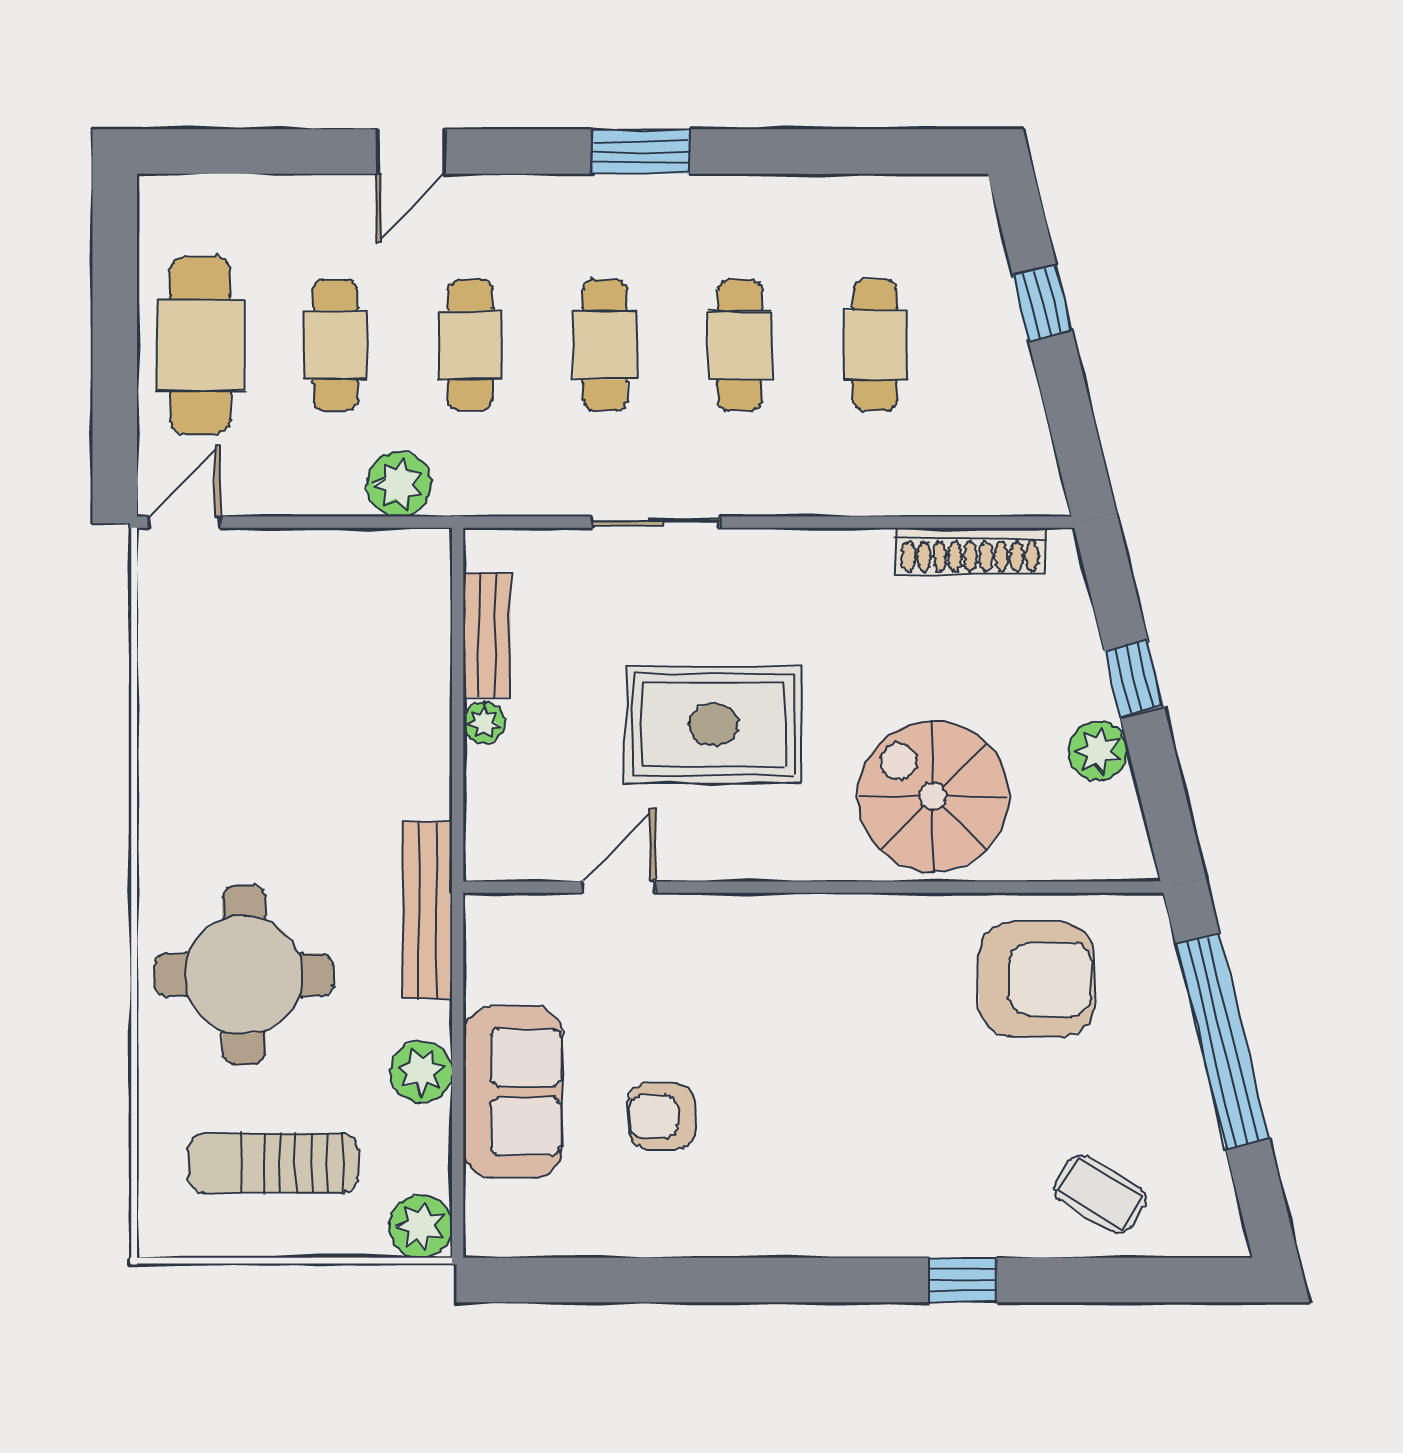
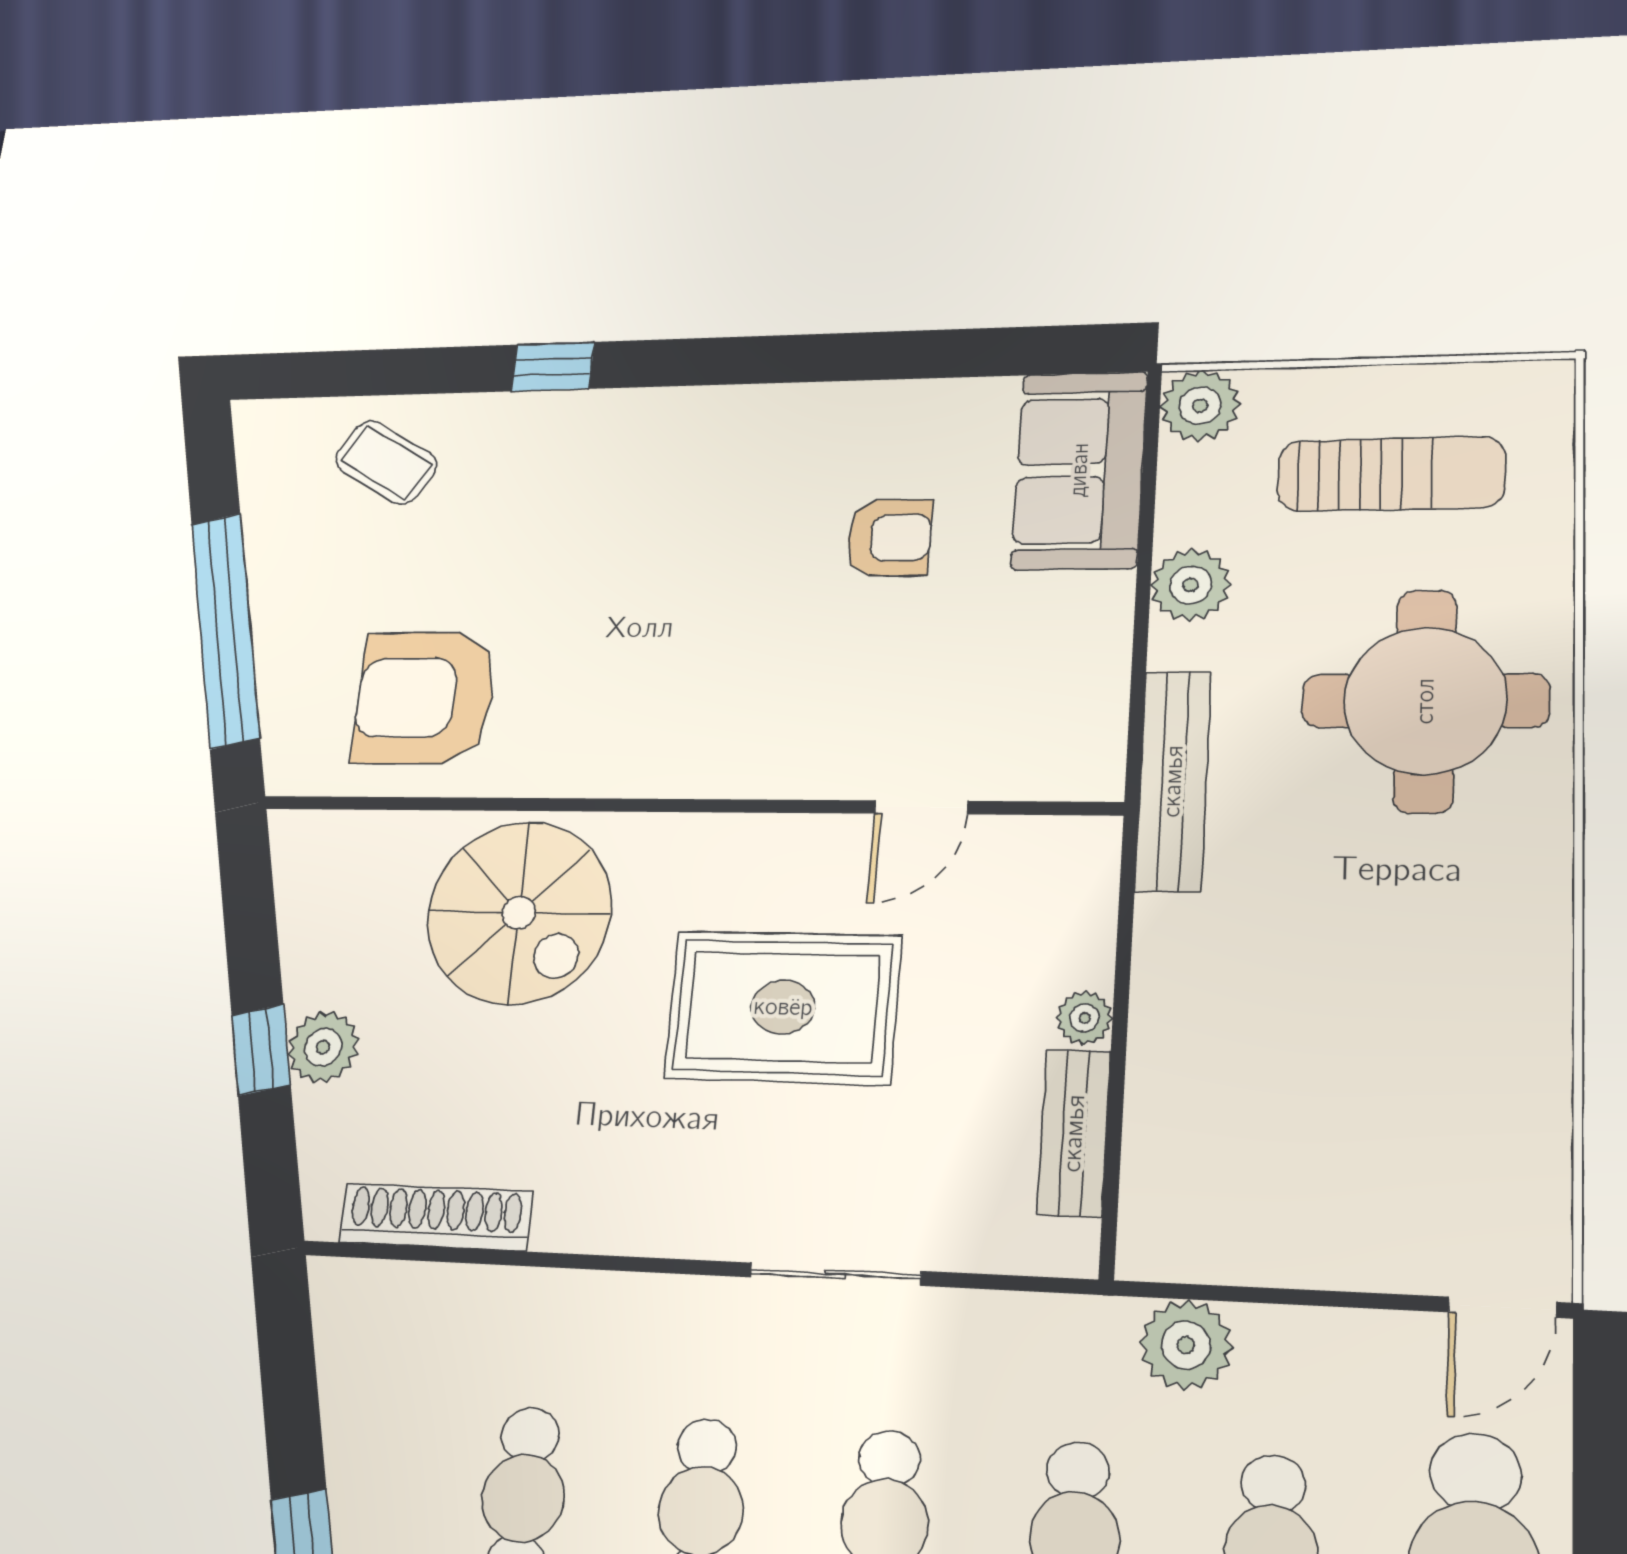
plant: (1098, 751) -> (323, 1047), moved
sofa: (513, 1092) -> (1079, 470), moved

